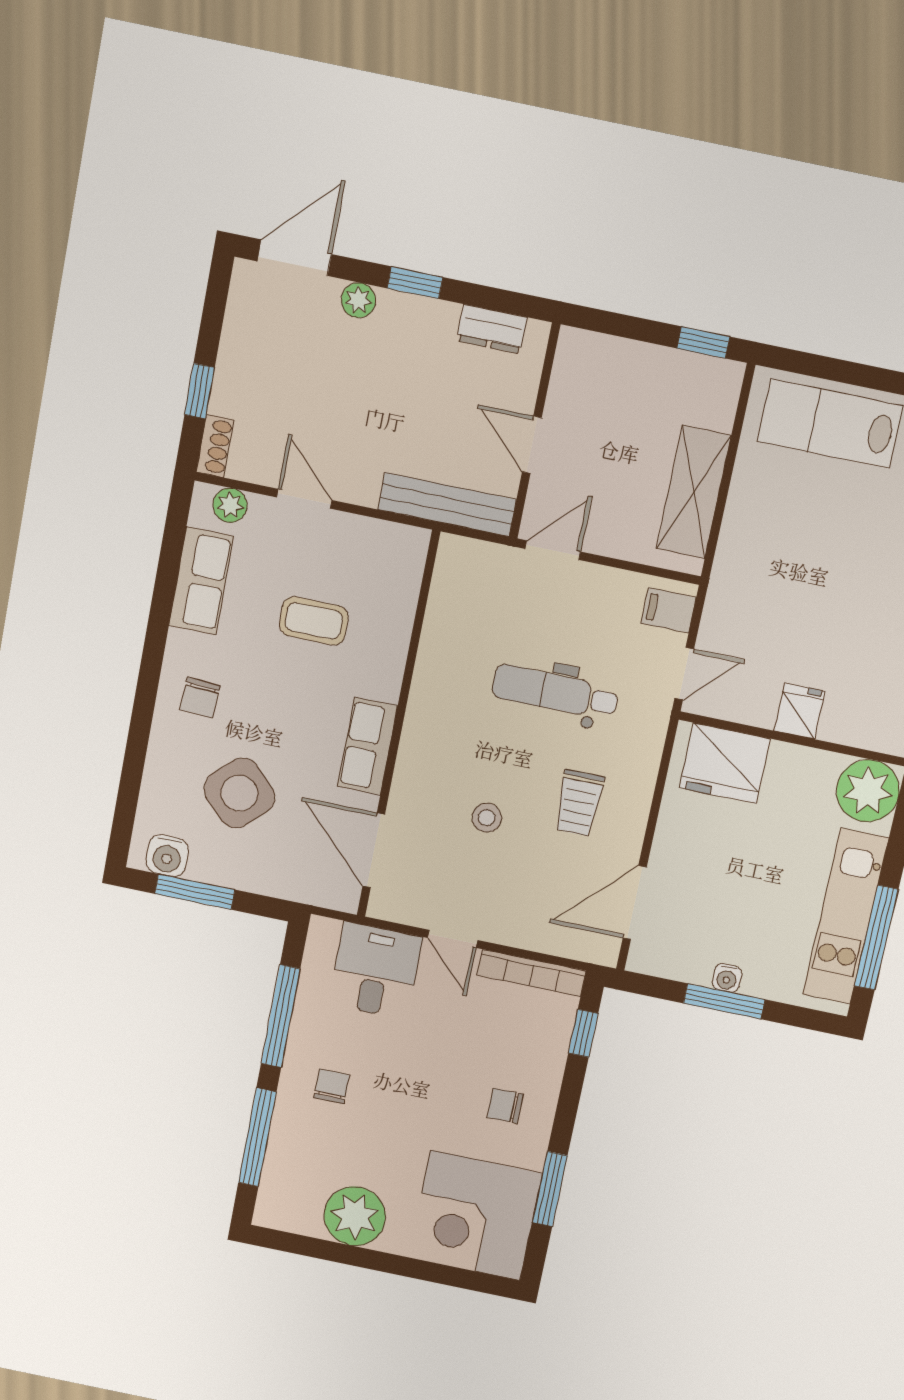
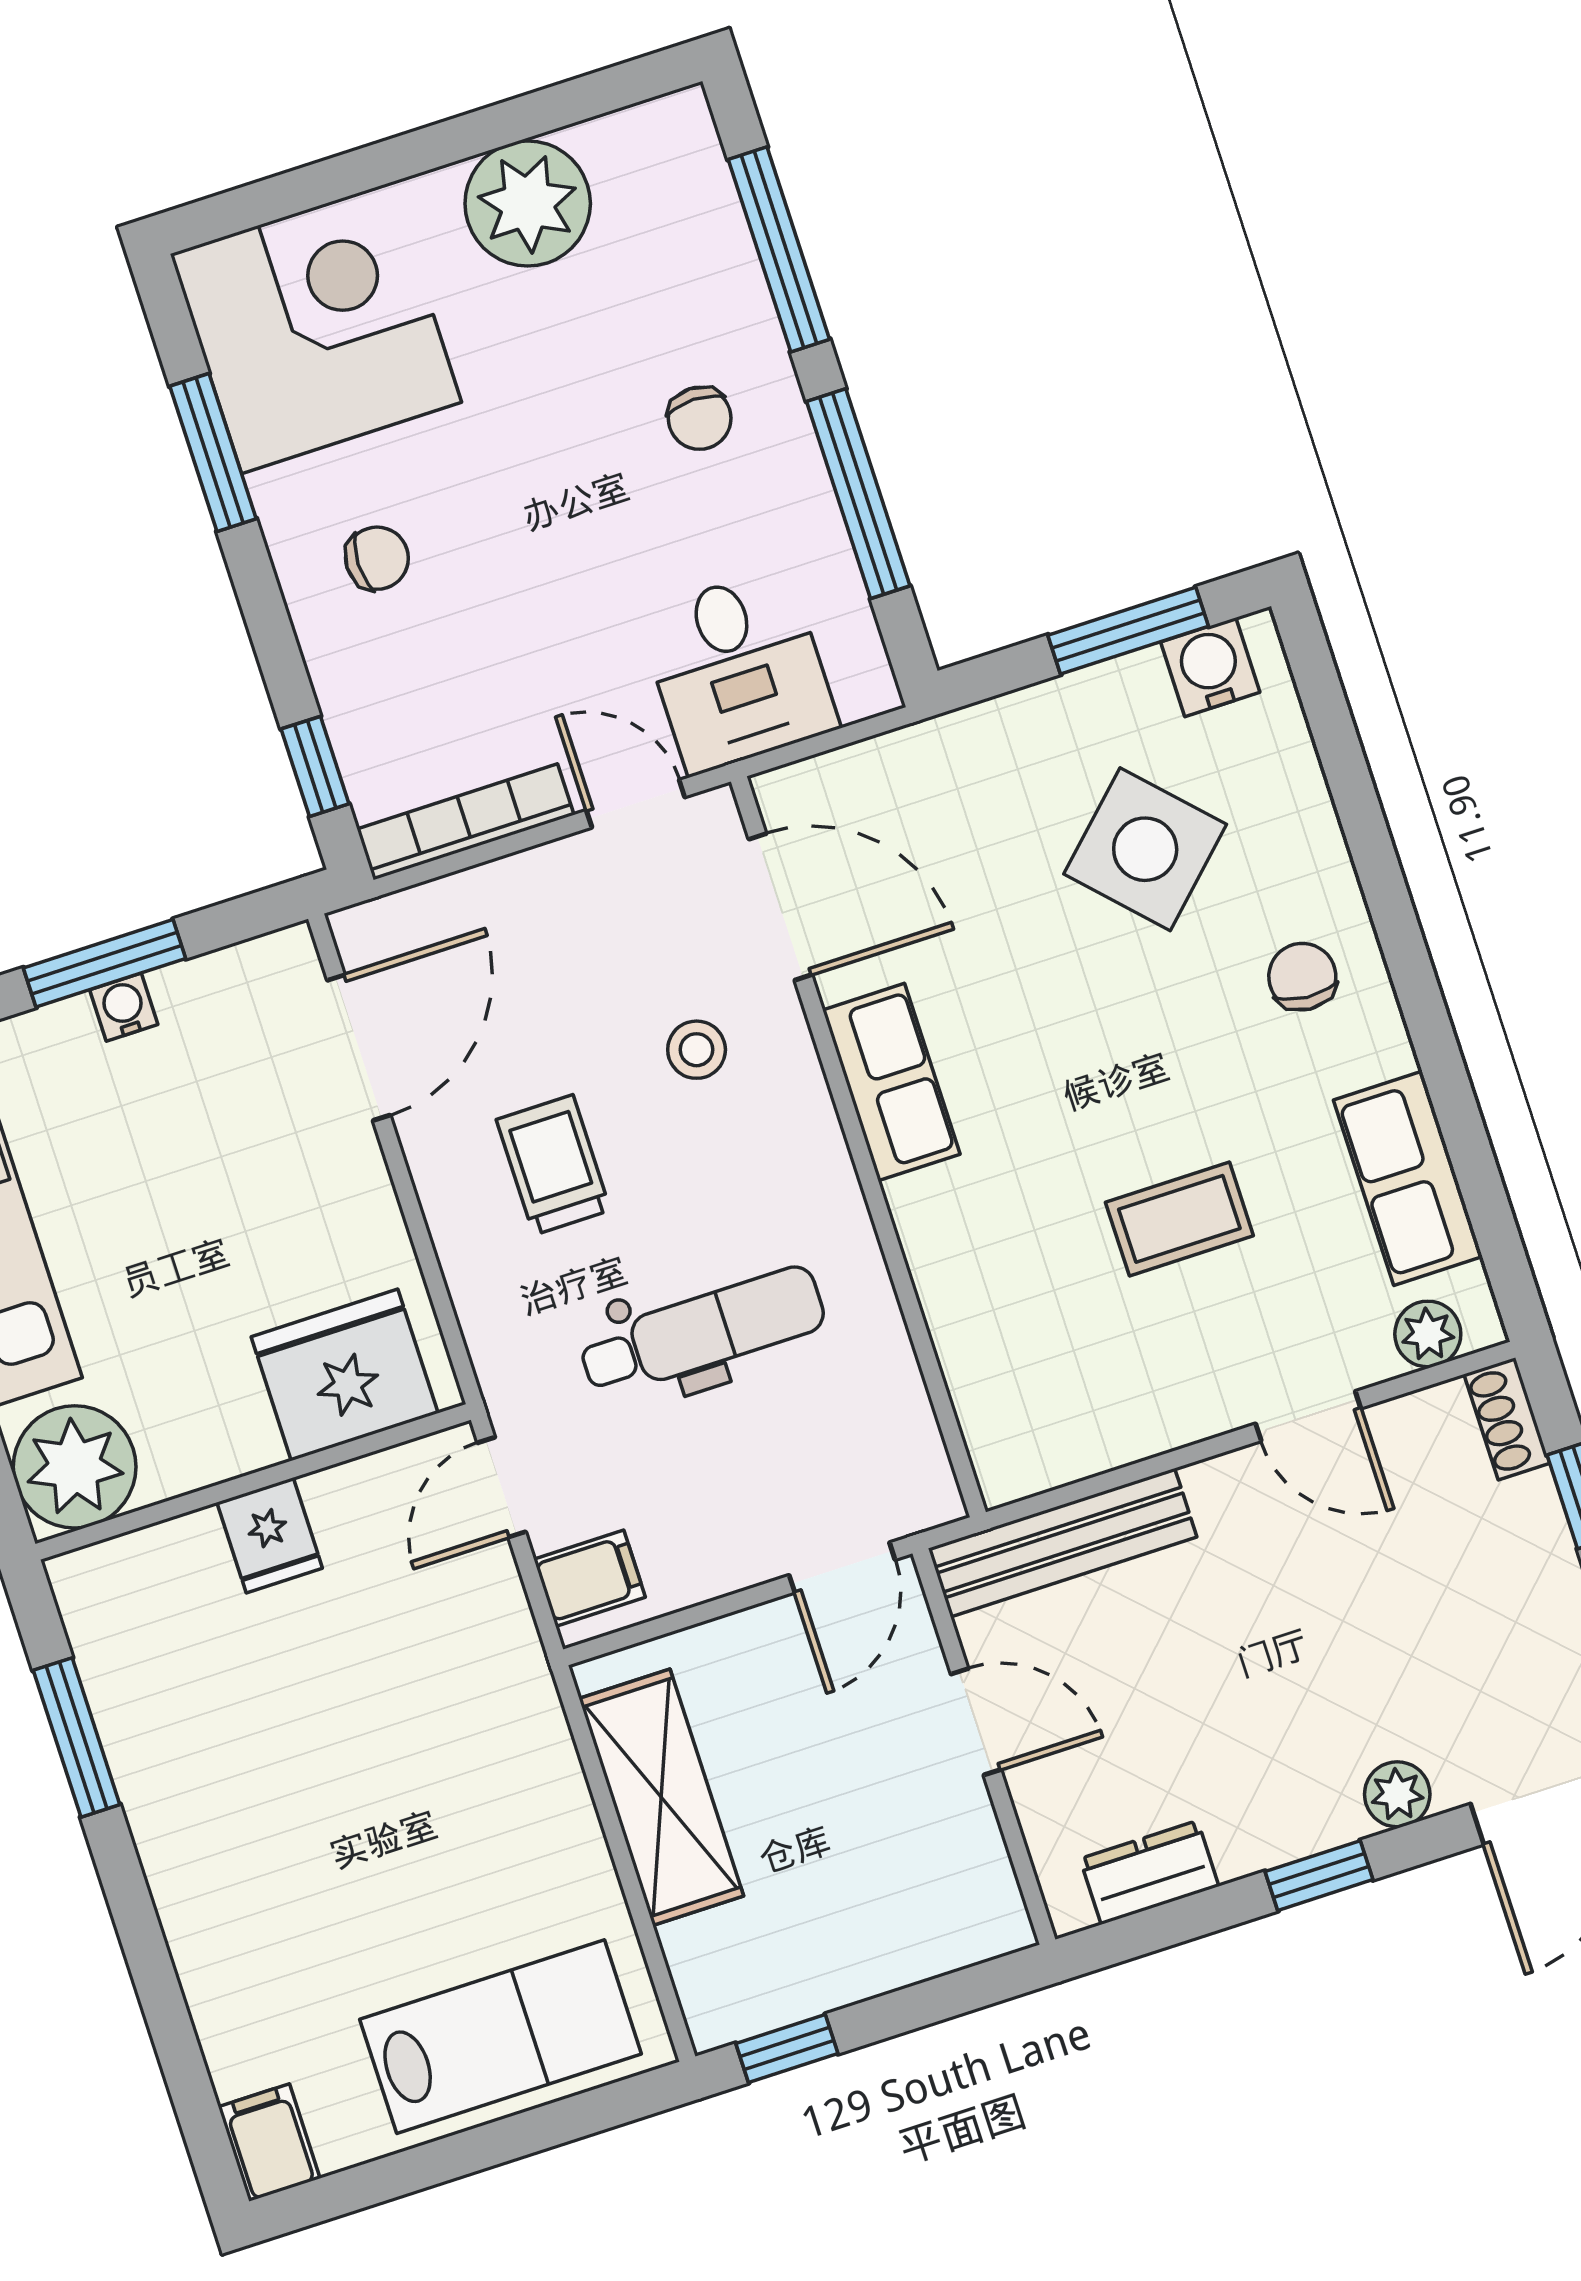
wall: (398, 726) -> (858, 1147), moved
row of seats: (368, 746) -> (891, 1082), moved
door: (374, 850) -> (780, 907), moved

